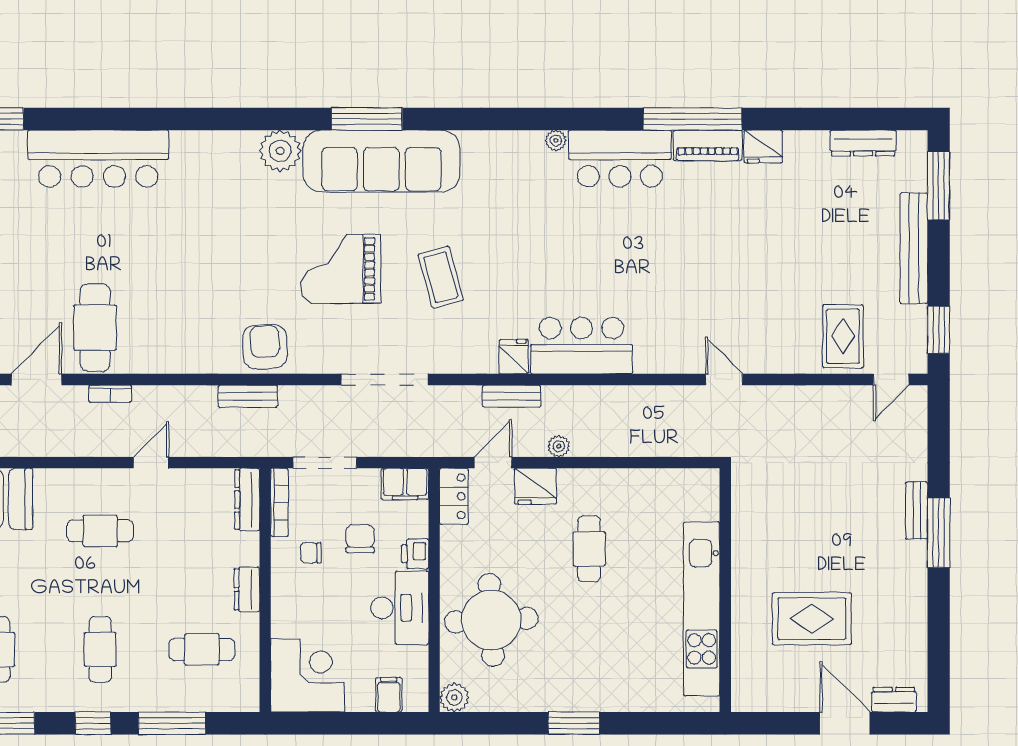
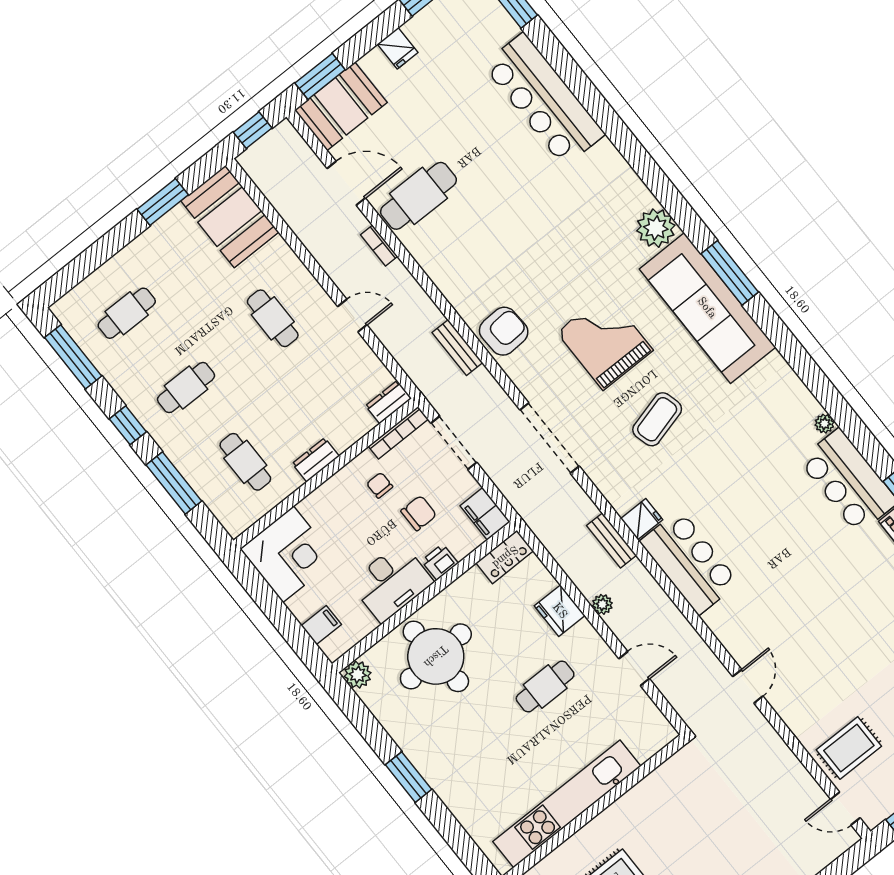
door: (493, 463) -> (634, 669), moved
dresser: (247, 500) -> (388, 402), width x0.70

